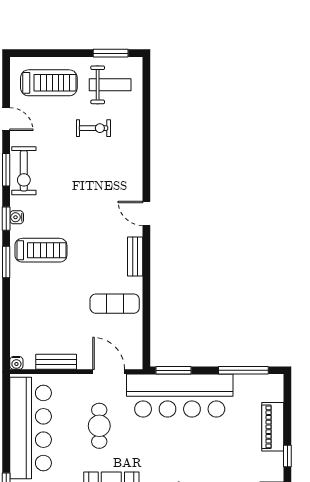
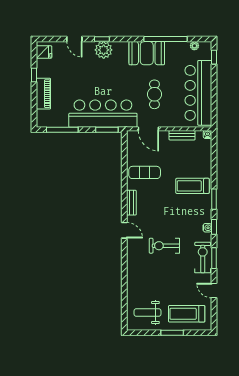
window: (111, 53) -> (172, 333), moved
exercise bike: (93, 128) -> (164, 246), moved, width x1.38, depth x1.39
treadmill: (41, 250) -> (192, 186), moved

